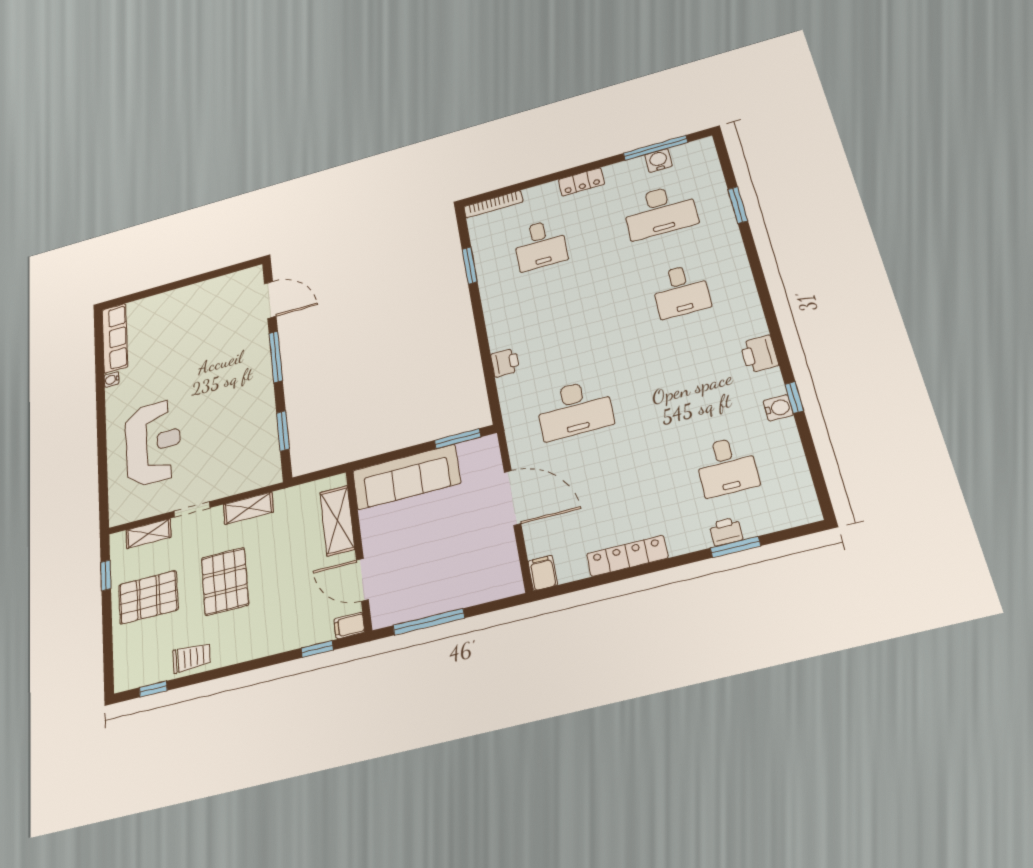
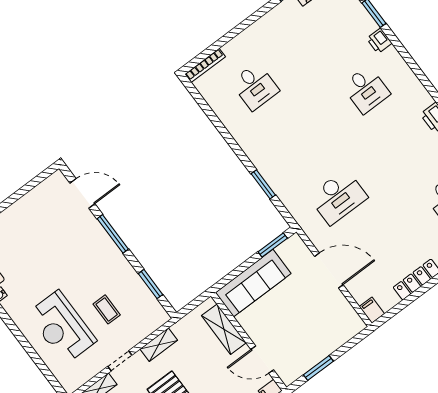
locker: (581, 182) -> (259, 28), removed
desk: (660, 211) -> (324, 34), removed
window: (470, 265) -> (263, 184), moved
printer: (505, 363) -> (379, 41), moved, turned 180
coffee table: (215, 442) -> (107, 309), added
reception desk: (153, 443) -> (62, 327), turned 180
window: (429, 622) -> (318, 368), width x0.69

